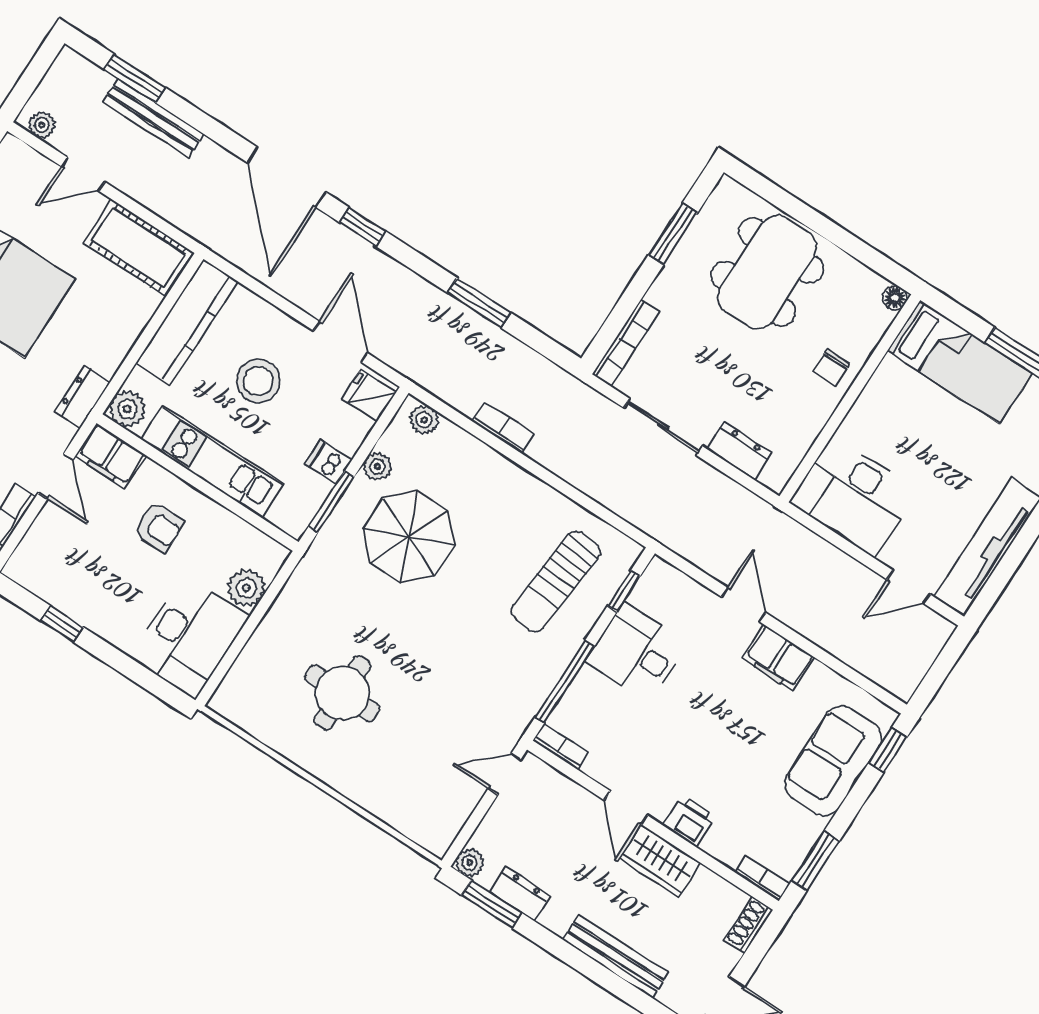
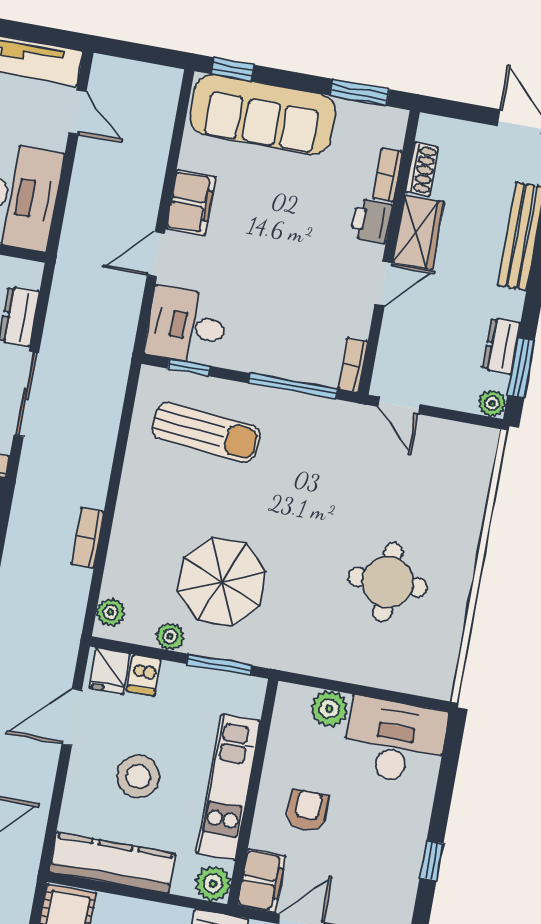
dishwasher: (328, 462) -> (144, 675), moved
desk: (637, 652) -> (187, 326), moved, turned 90
sofa: (833, 761) -> (263, 114), width x1.36
bookcase: (763, 878) -> (388, 175), moved
shoe rack: (748, 925) -> (422, 170), moved, turned -90

